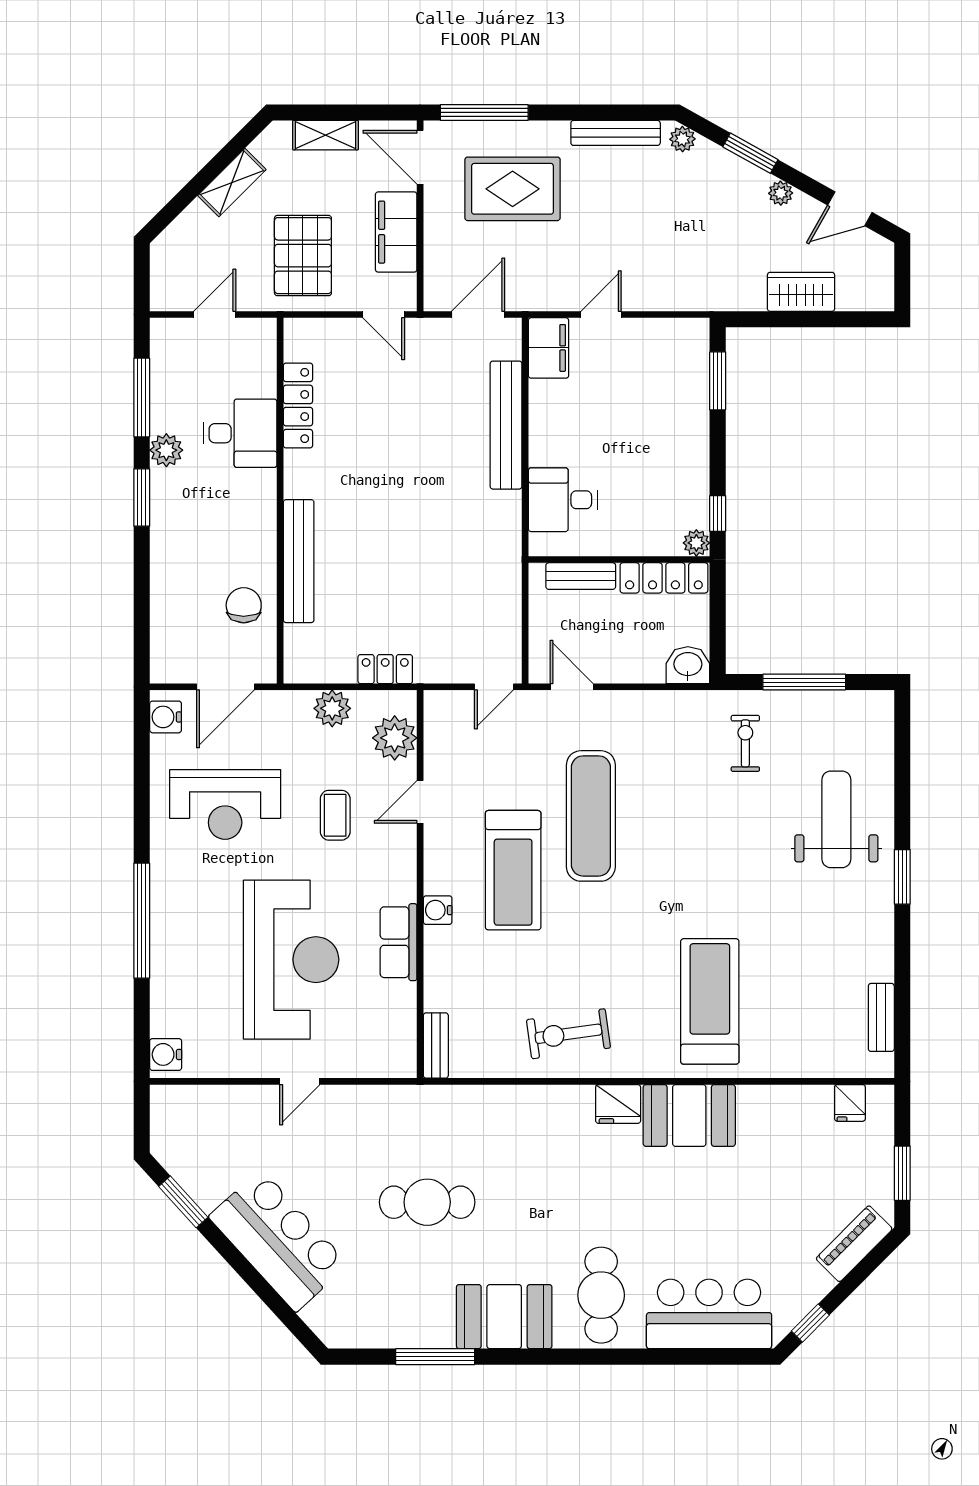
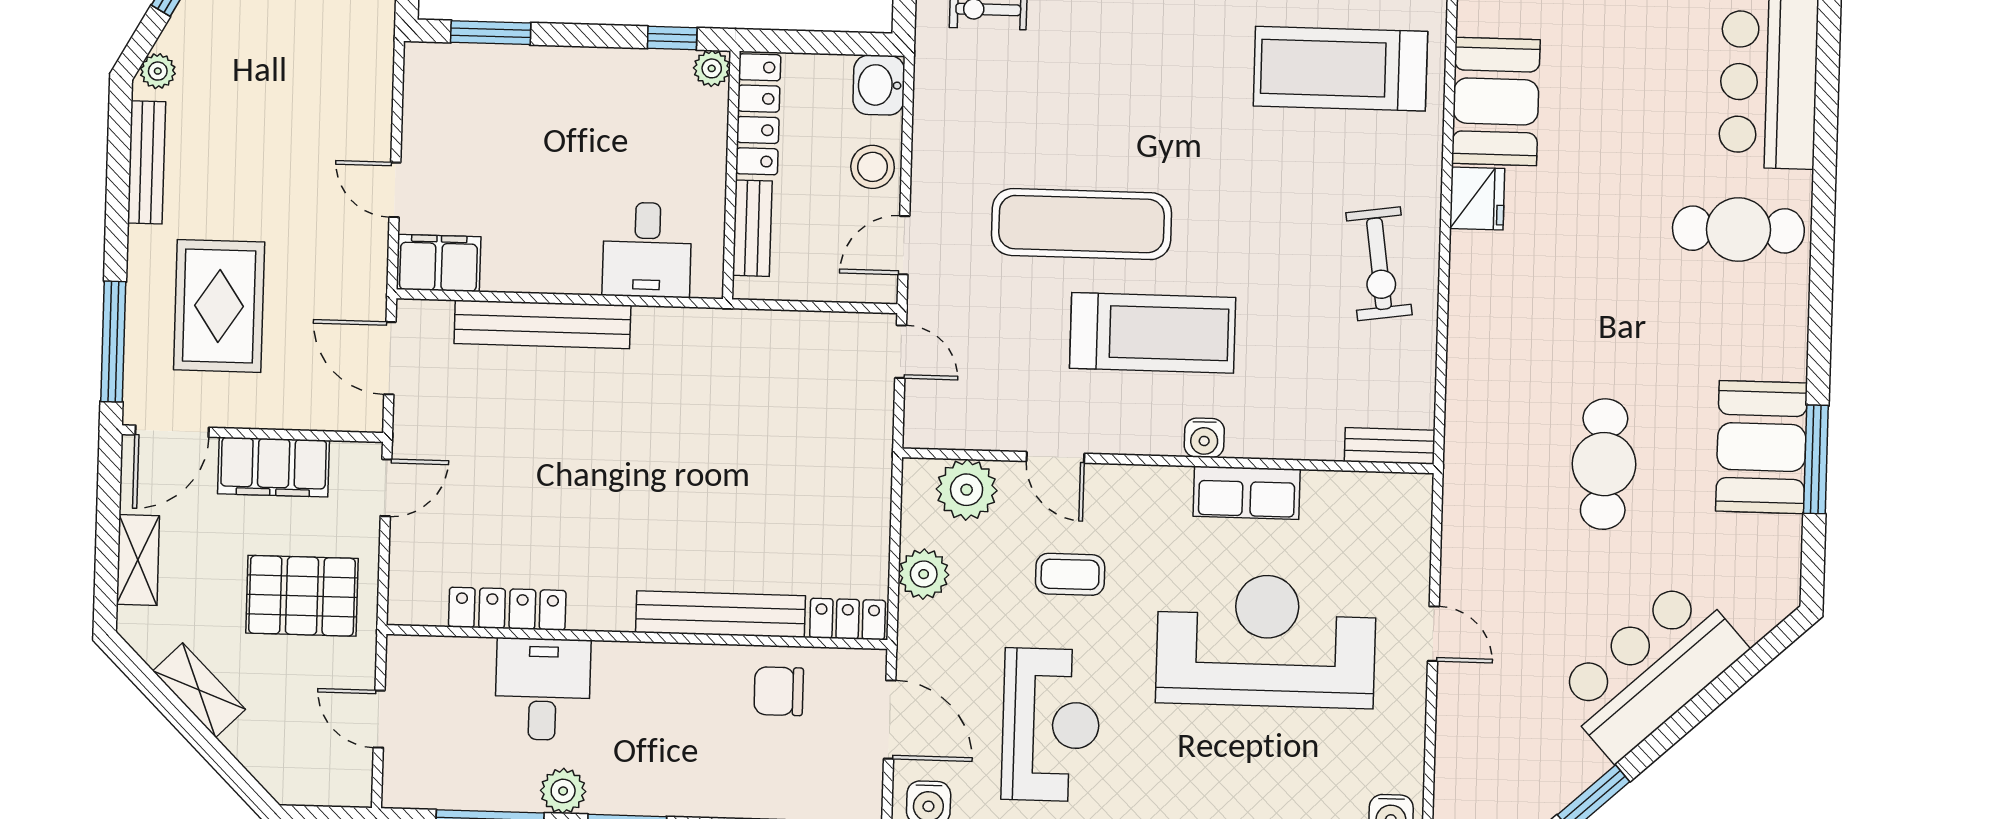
stool: (628, 662) -> (873, 167), added
locker: (385, 669) -> (848, 619), moved, turned 90
booth: (504, 1317) -> (1761, 447), moved

